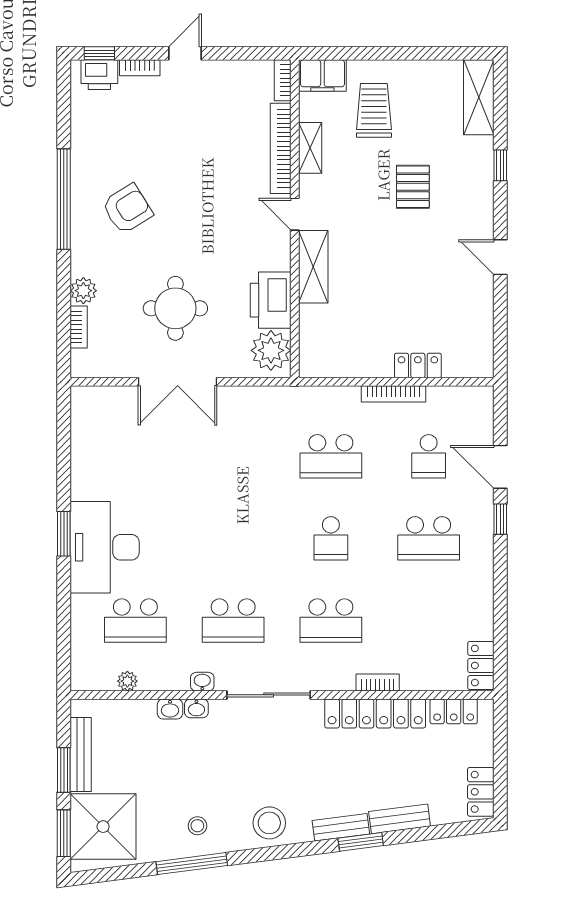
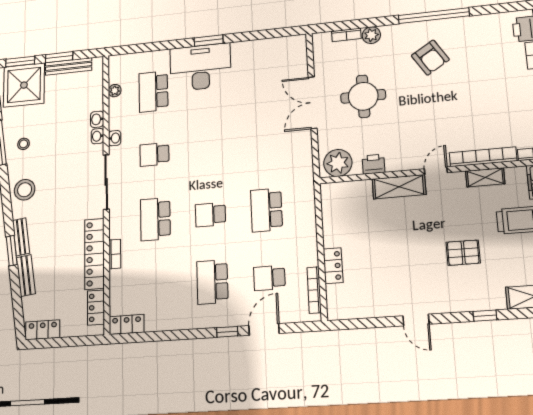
door: (500, 257) -> (416, 320), swing flipped
printer: (271, 300) -> (373, 164), width x0.53, depth x0.68
bookcase: (393, 394) -> (314, 290), moved
school desk: (233, 621) -> (154, 154), width x0.54

